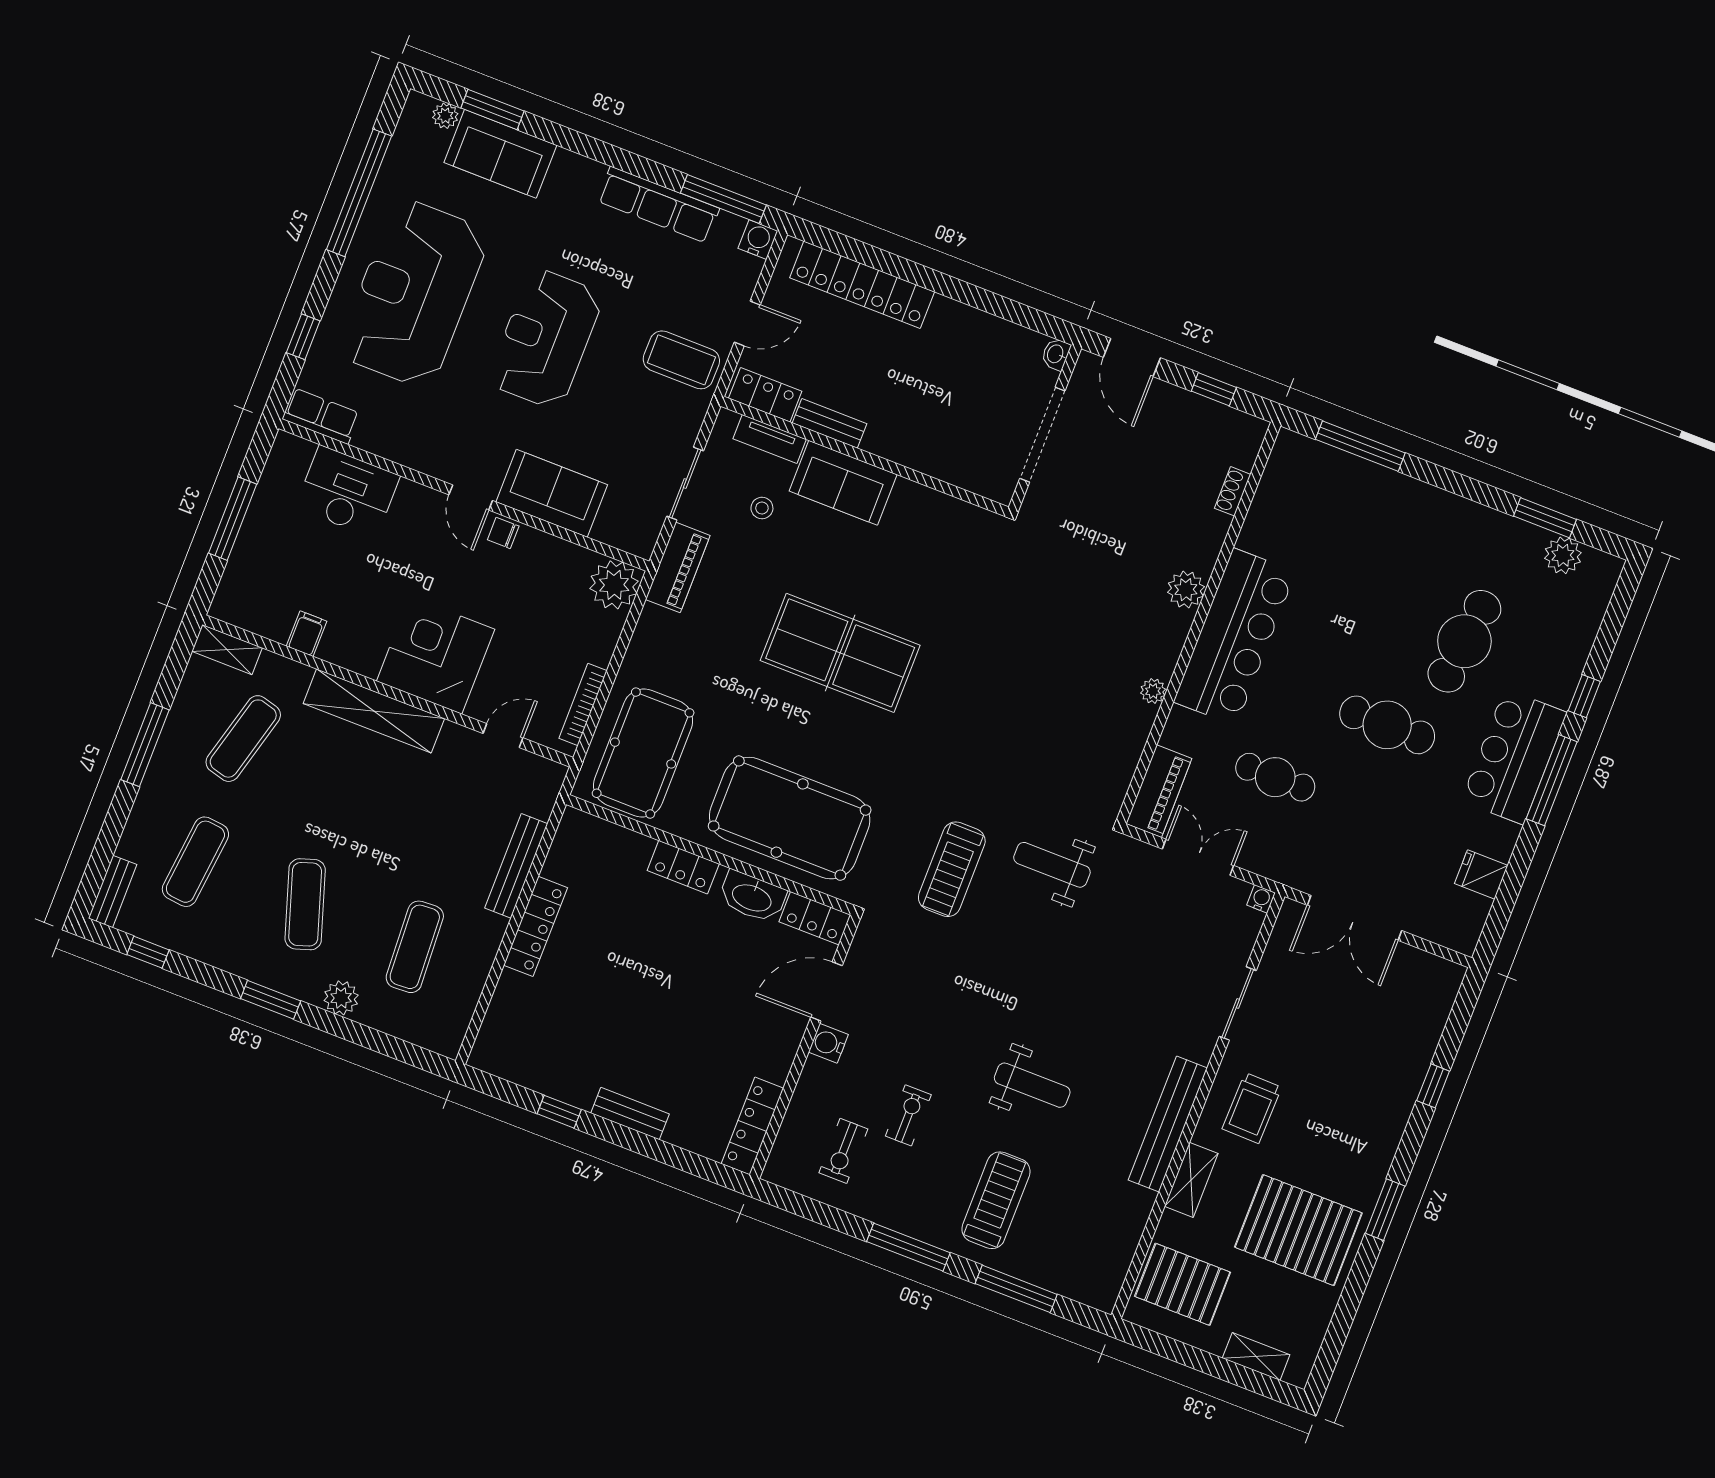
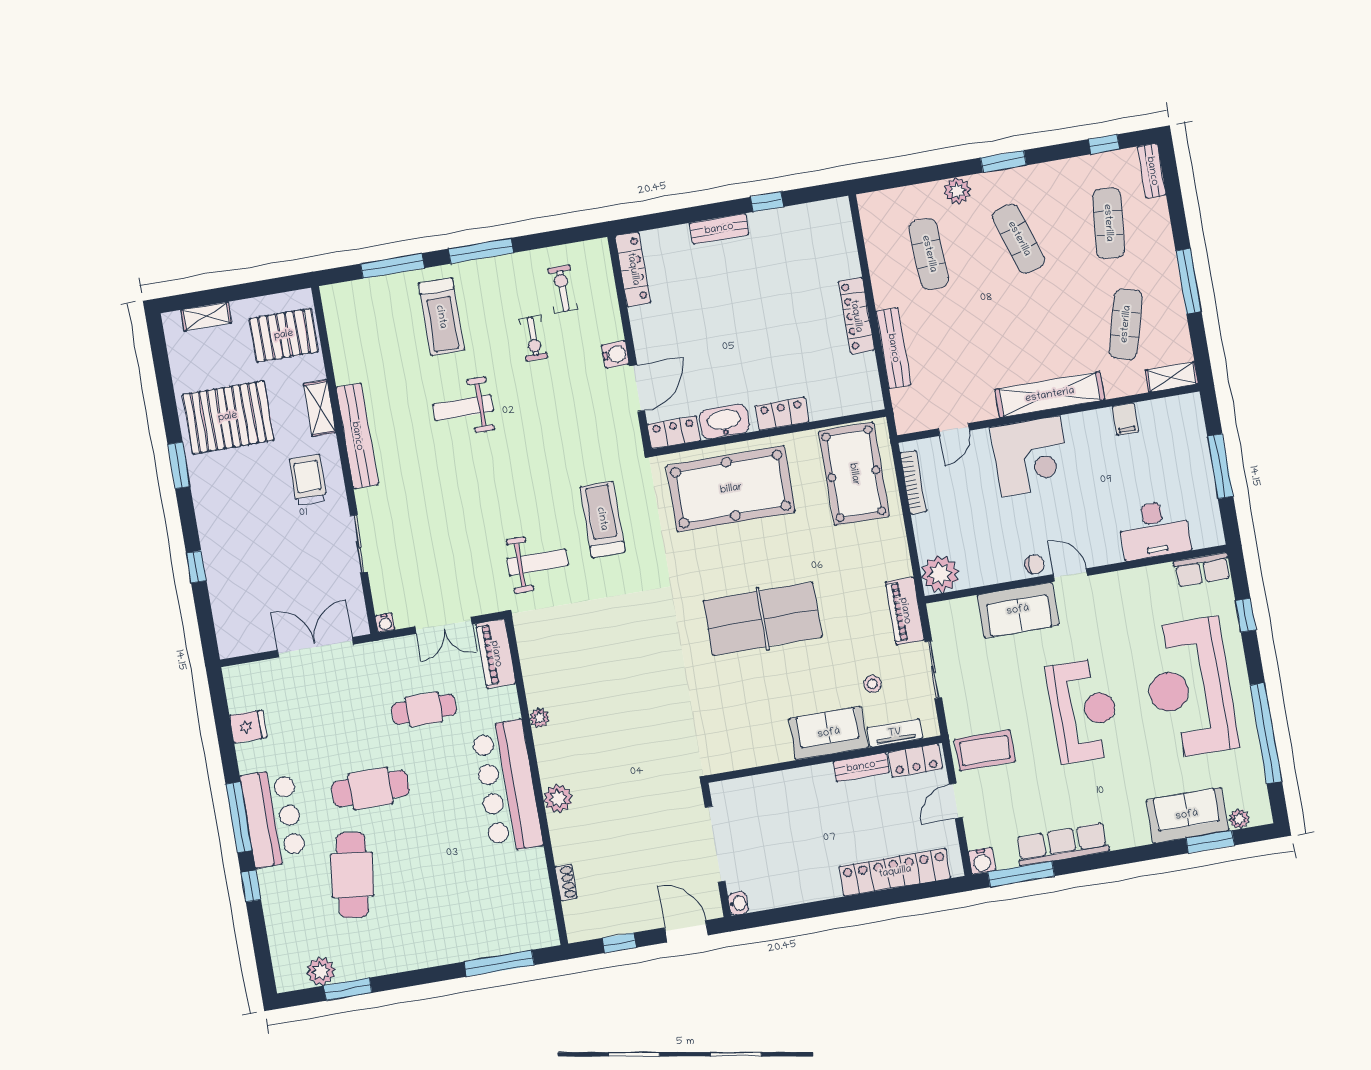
reception desk: (414, 293) -> (1189, 688), turned 180

